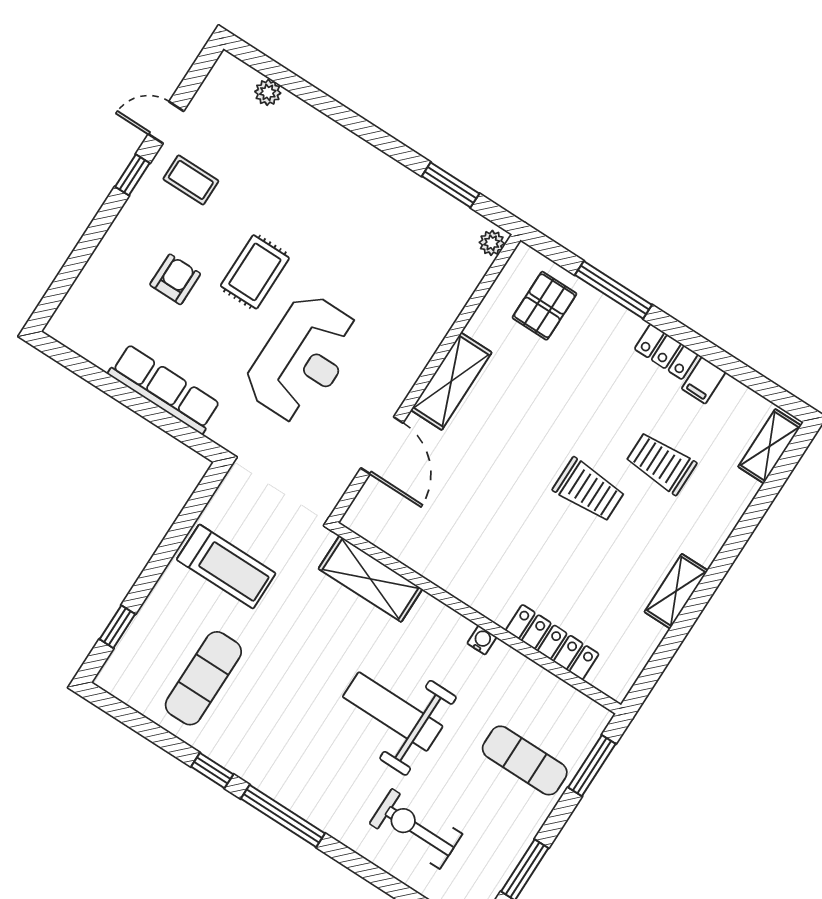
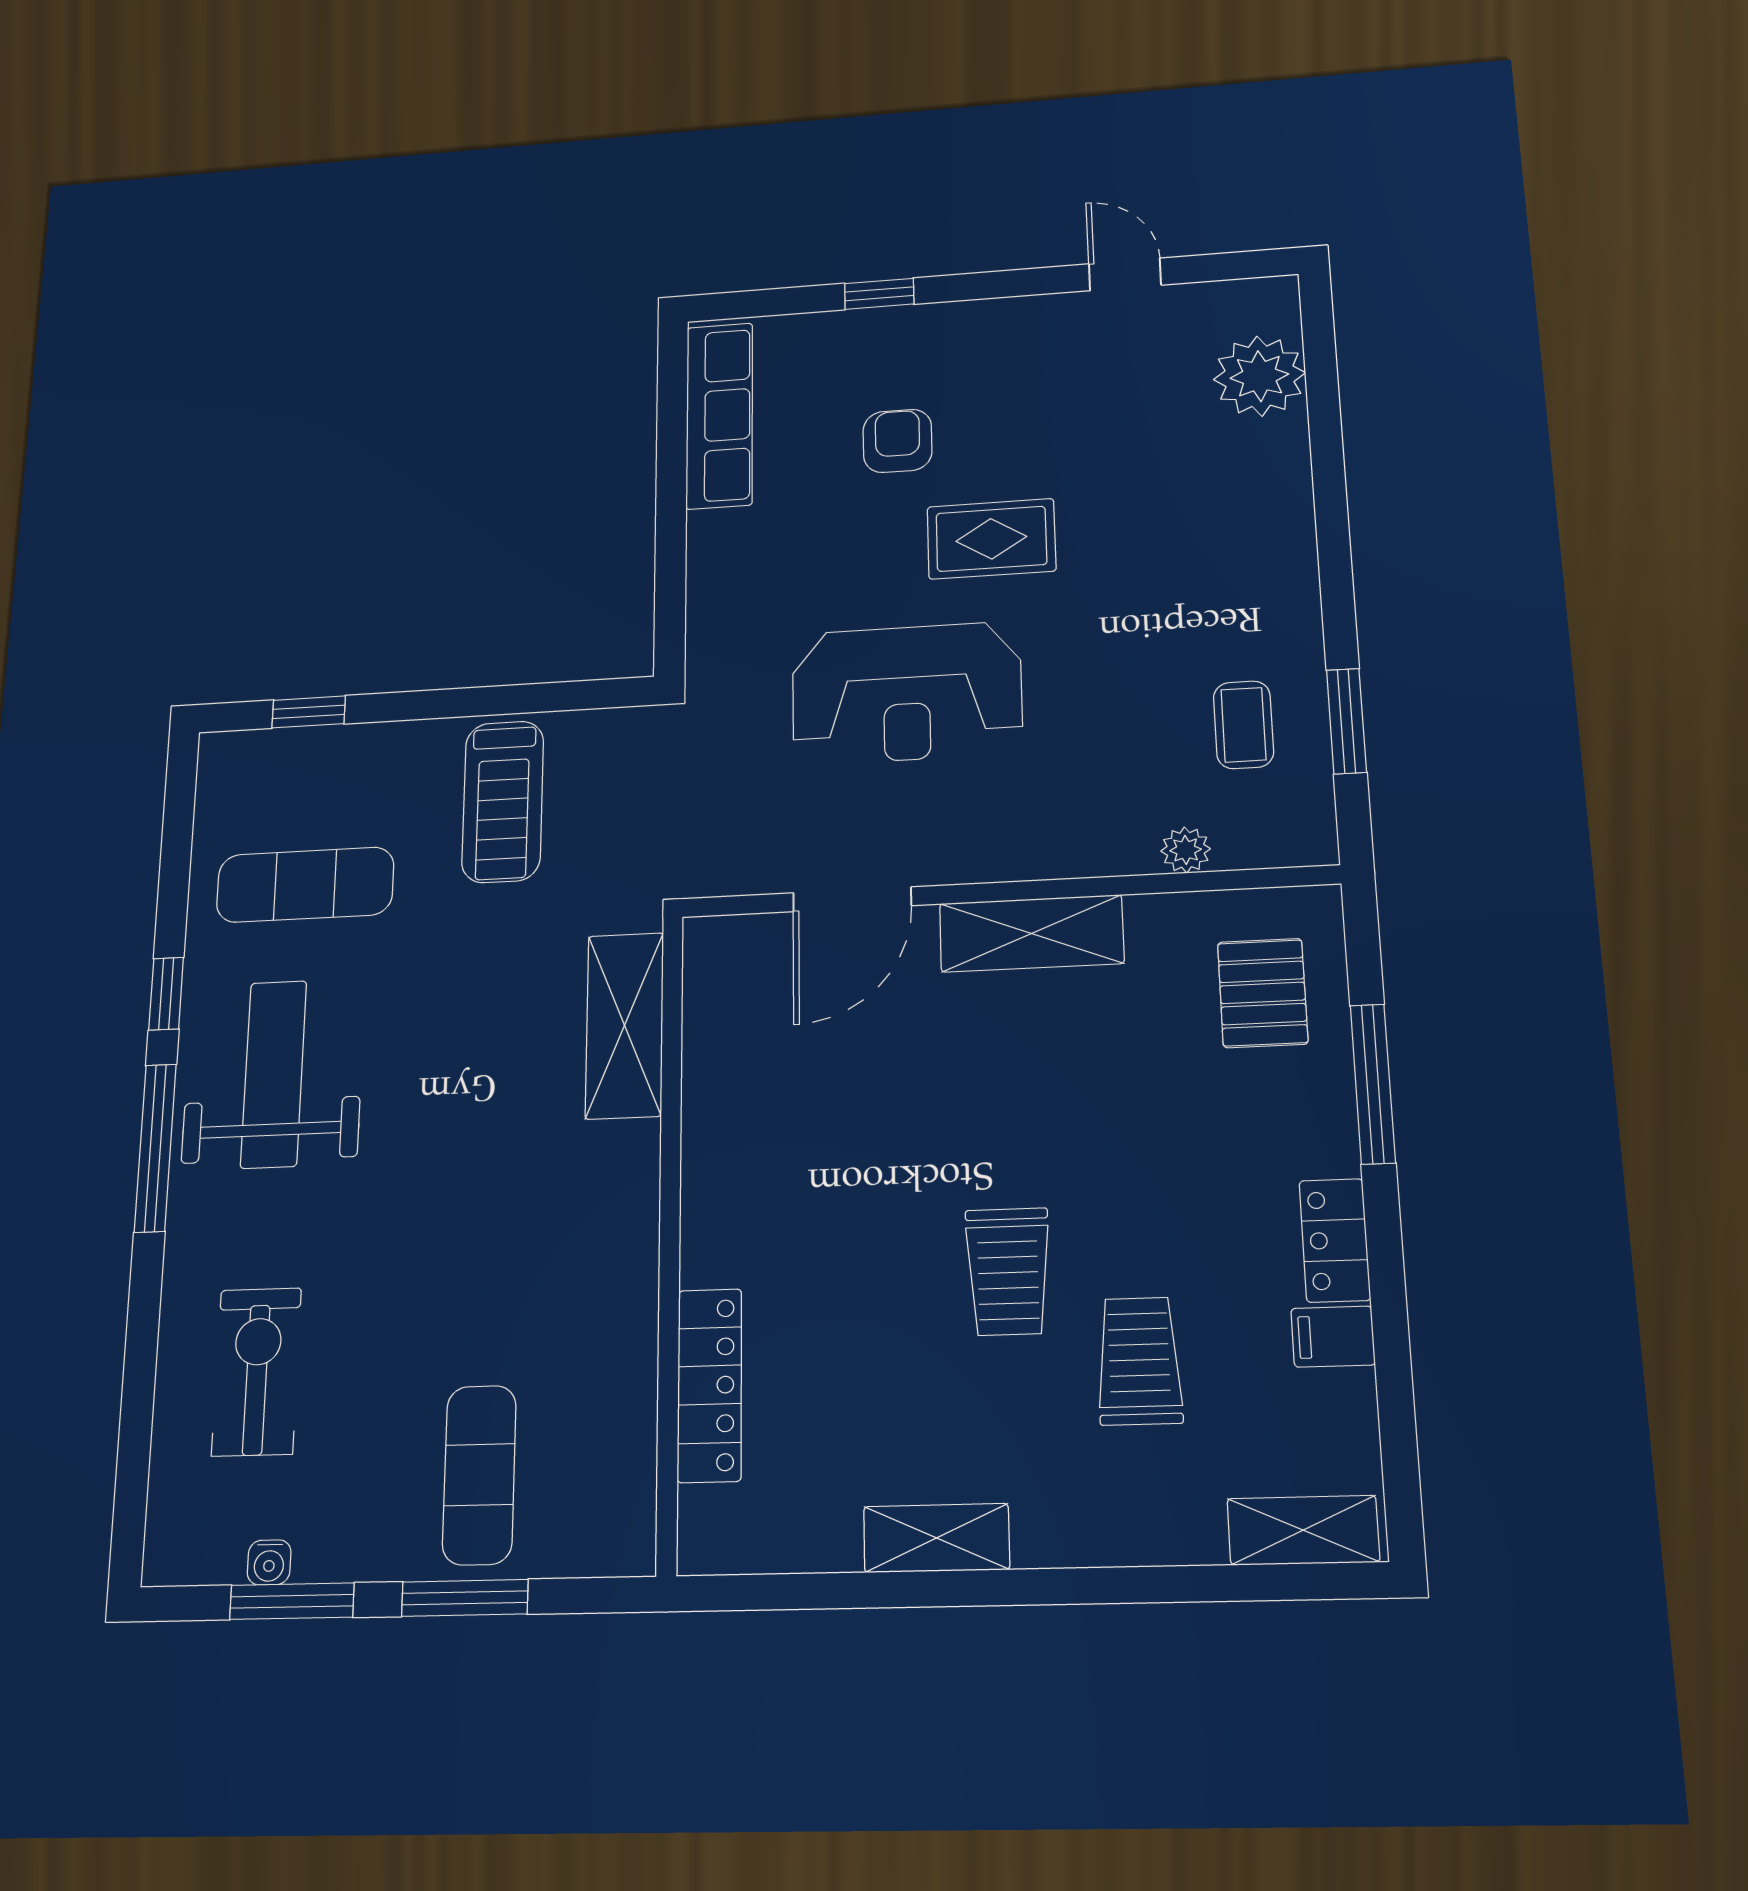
plant: (268, 92) -> (1259, 376), width x1.88, depth x1.88
window: (132, 175) -> (879, 294), moved
coffee table: (191, 180) -> (1243, 725), moved
plant: (492, 243) -> (1186, 850), moved
armchair: (175, 279) -> (897, 441), turned -90
pallet: (544, 306) -> (1263, 993), turned 90
row of seats: (164, 389) -> (719, 415), moved
water cooler: (482, 640) -> (269, 1562), moved, turned 90
weight bench: (393, 712) -> (274, 1074), moved
window: (592, 766) -> (465, 1598), moved

